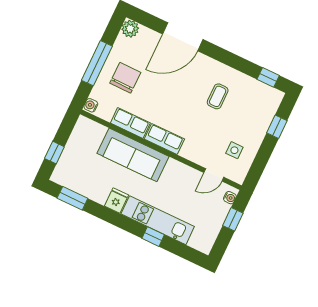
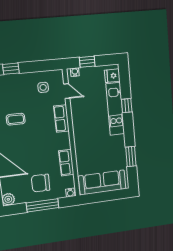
row of seats: (164, 139) -> (61, 119), moved
window: (54, 153) -> (111, 195), removed
sofa: (133, 155) -> (102, 182), moved, turned -90
window: (72, 198) -> (131, 157), moved
fridge: (116, 201) -> (112, 76), moved

